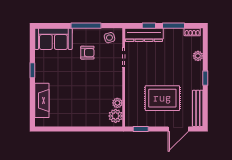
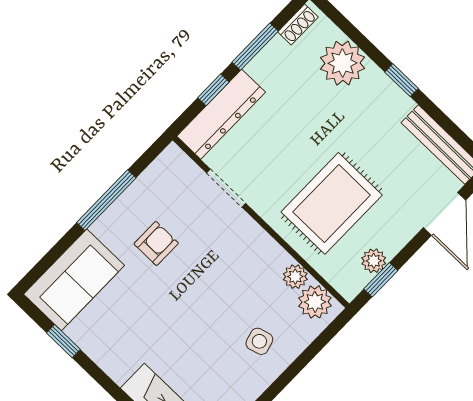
side table: (109, 38) -> (259, 341), moved
plant: (198, 56) -> (342, 63), width x1.88, depth x1.88
window: (32, 70) -> (63, 341), moved
rug: (162, 98) -> (332, 203), moved
plant: (144, 121) -> (374, 261), added

